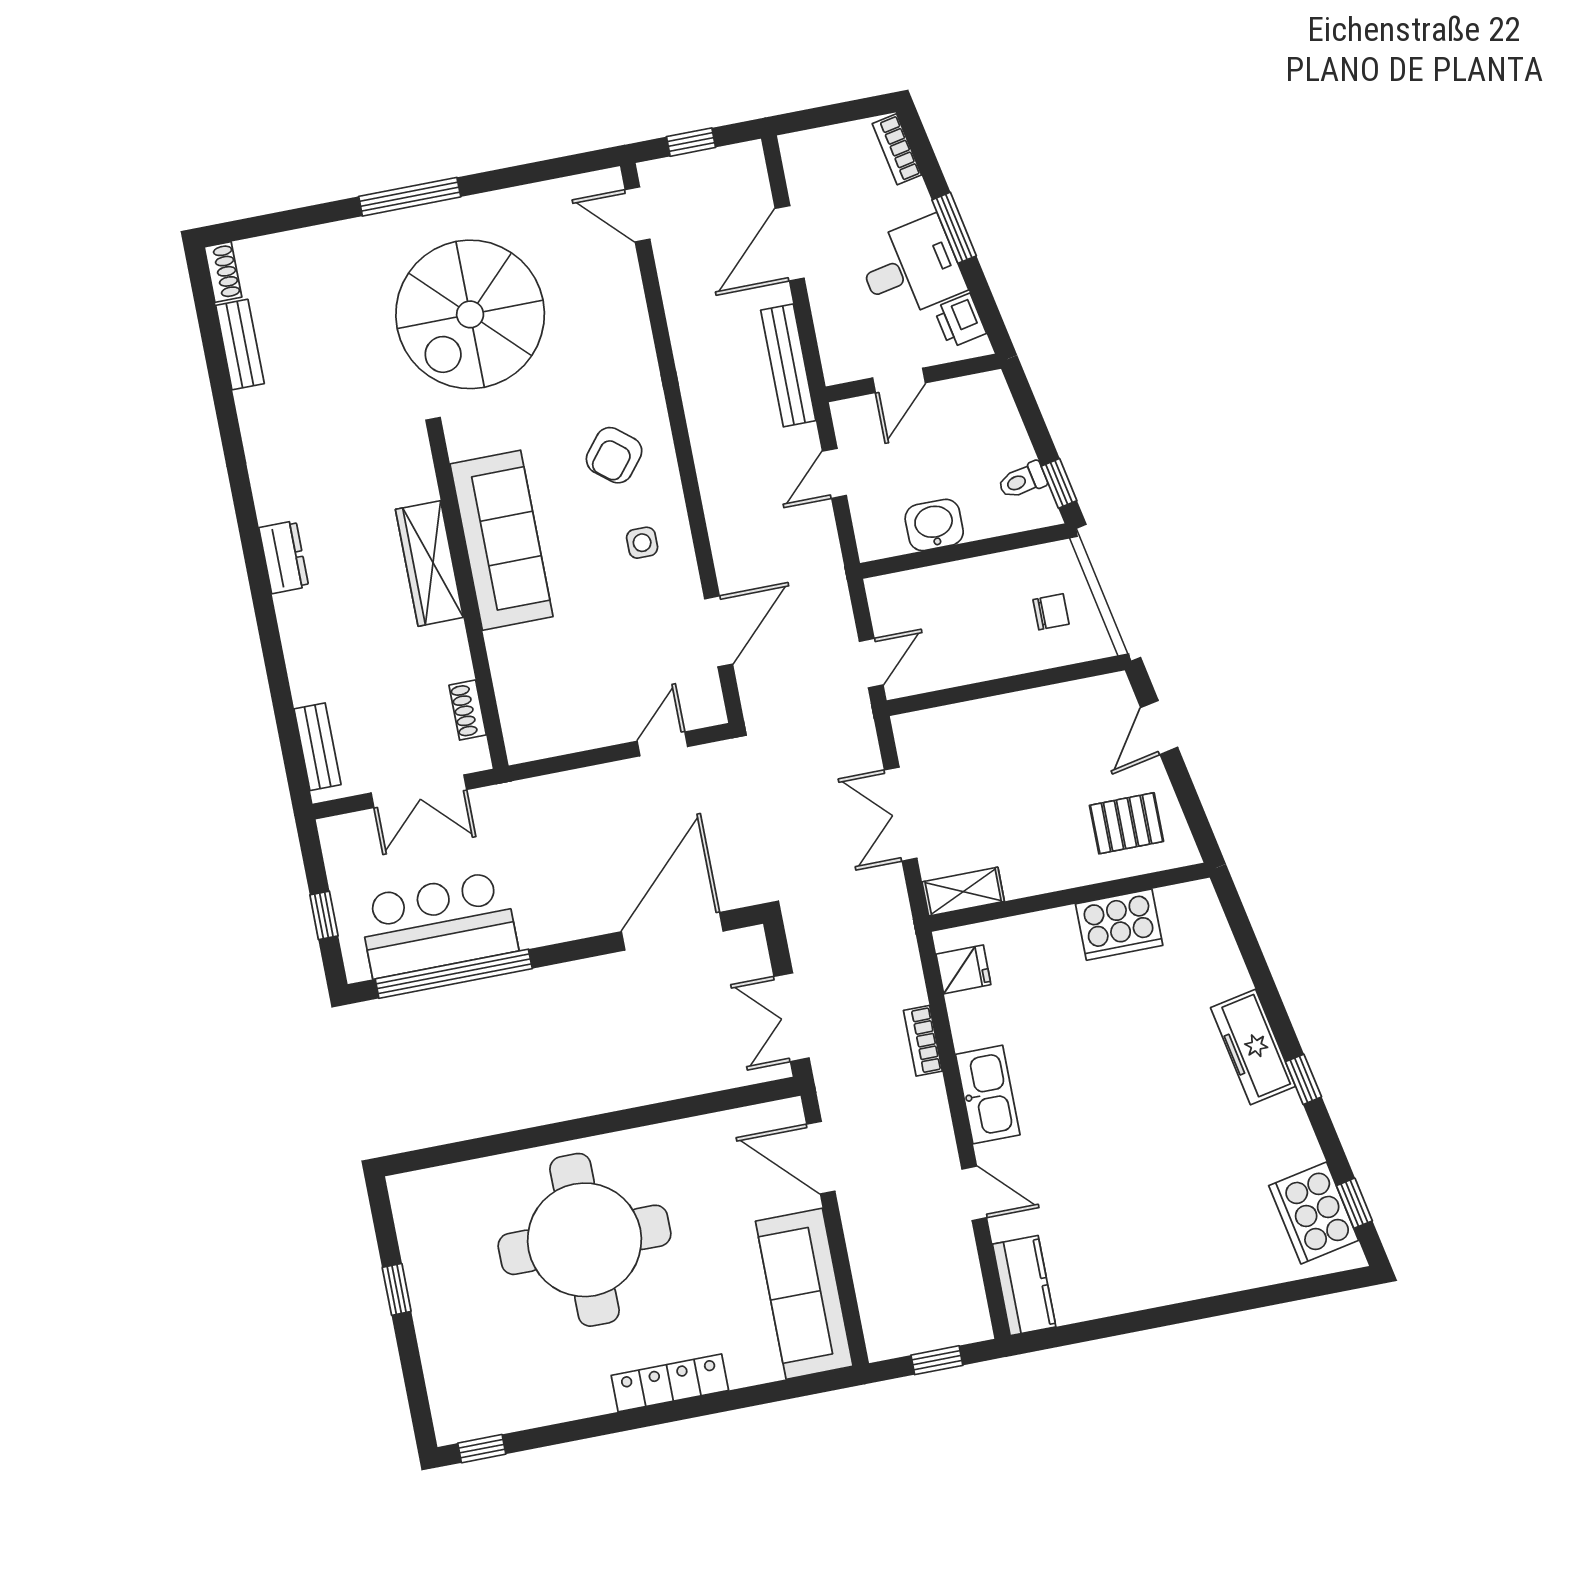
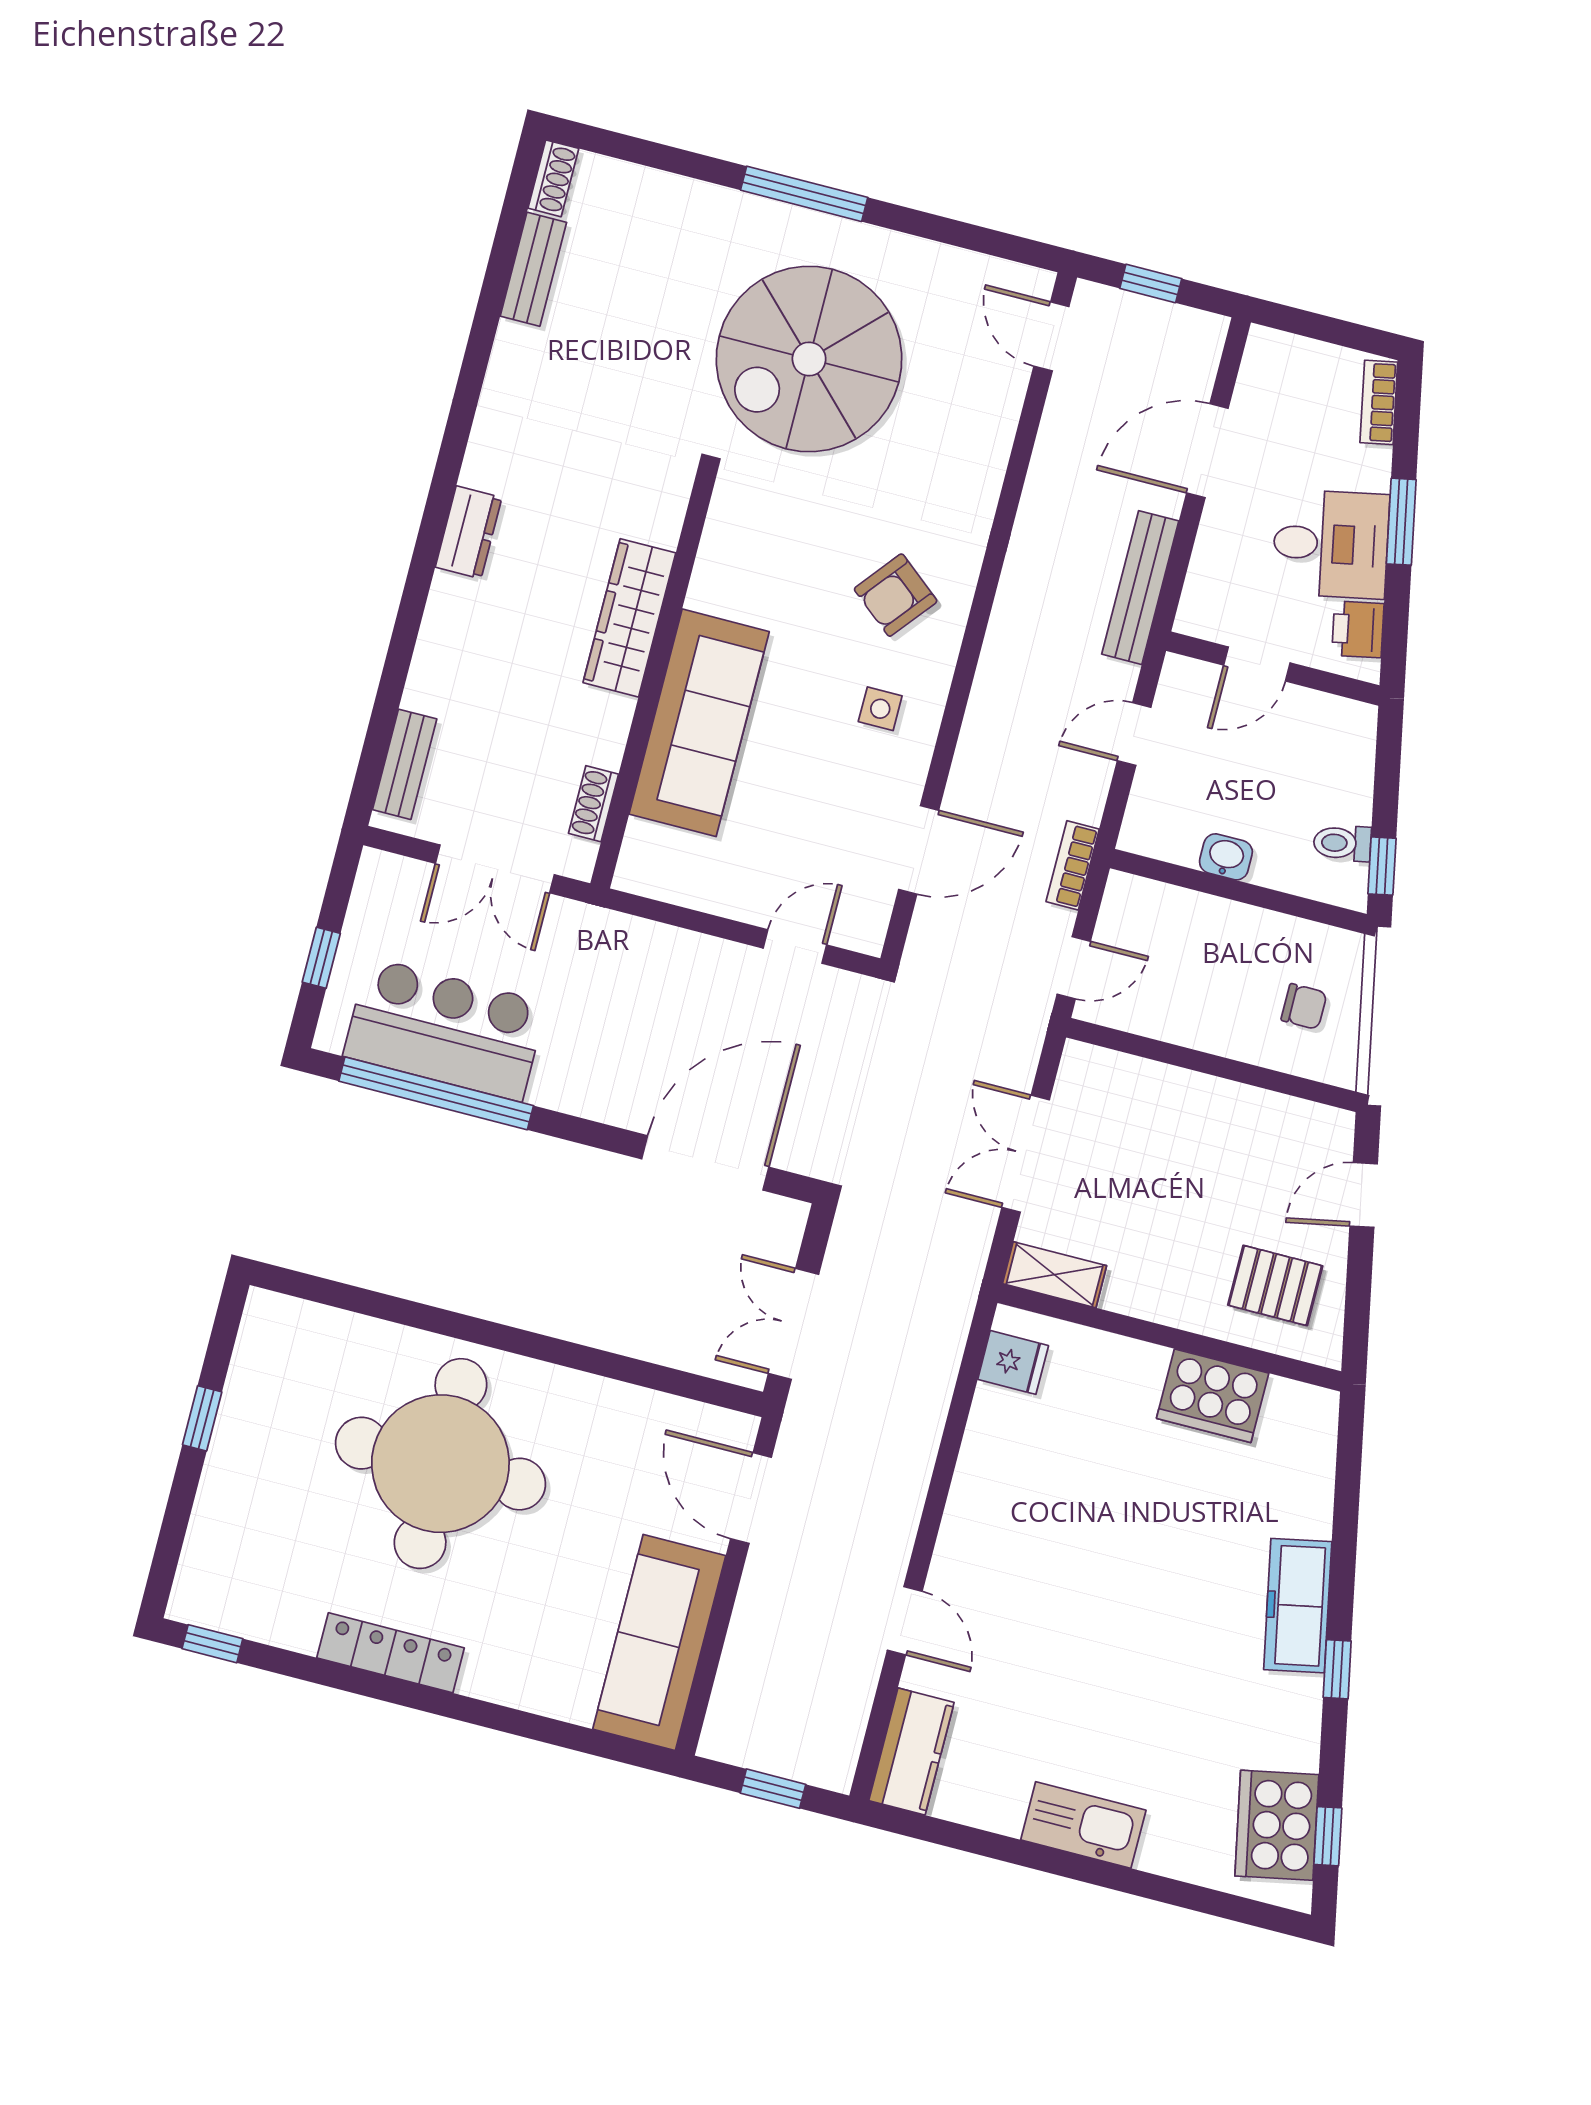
washbasin: (934, 525) -> (1226, 857), width x0.72, depth x0.69
sofa: (501, 540) -> (699, 723), moved
bookcase: (923, 1041) -> (1073, 865), moved
kitchen sink: (988, 1095) -> (1083, 1825), moved, turned -90
locker: (670, 1383) -> (391, 1653), moved

